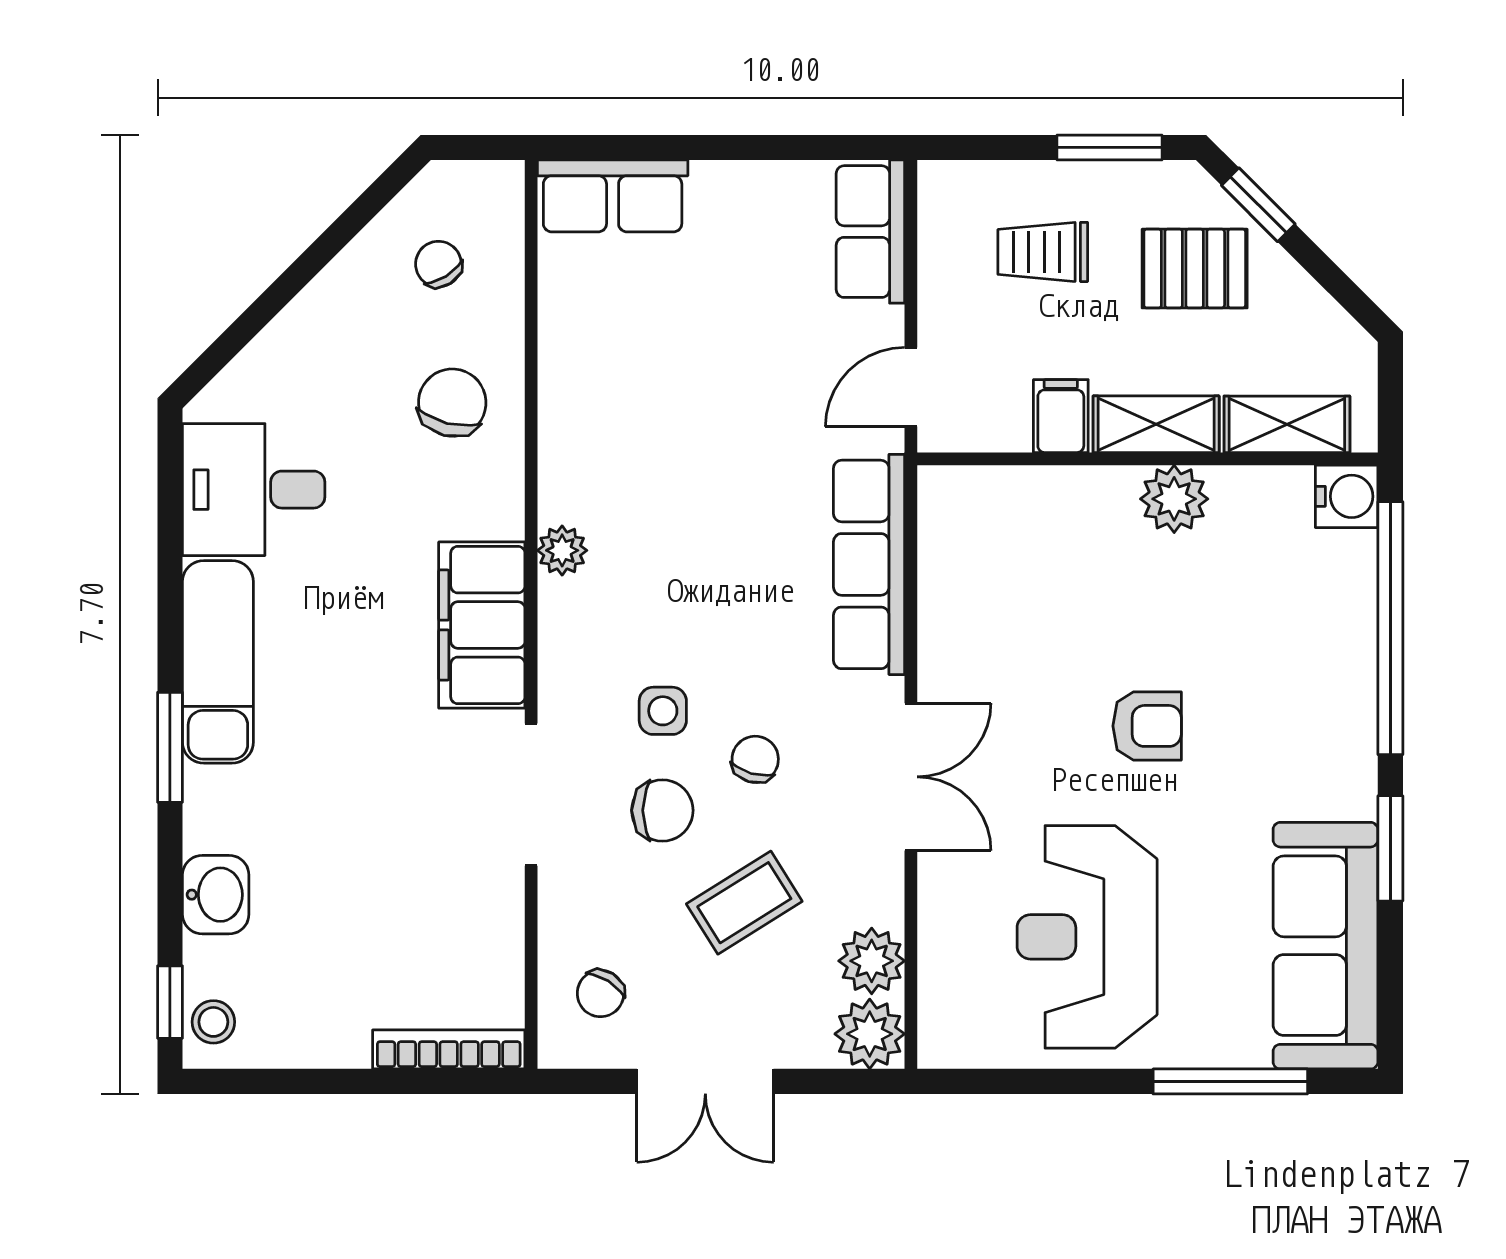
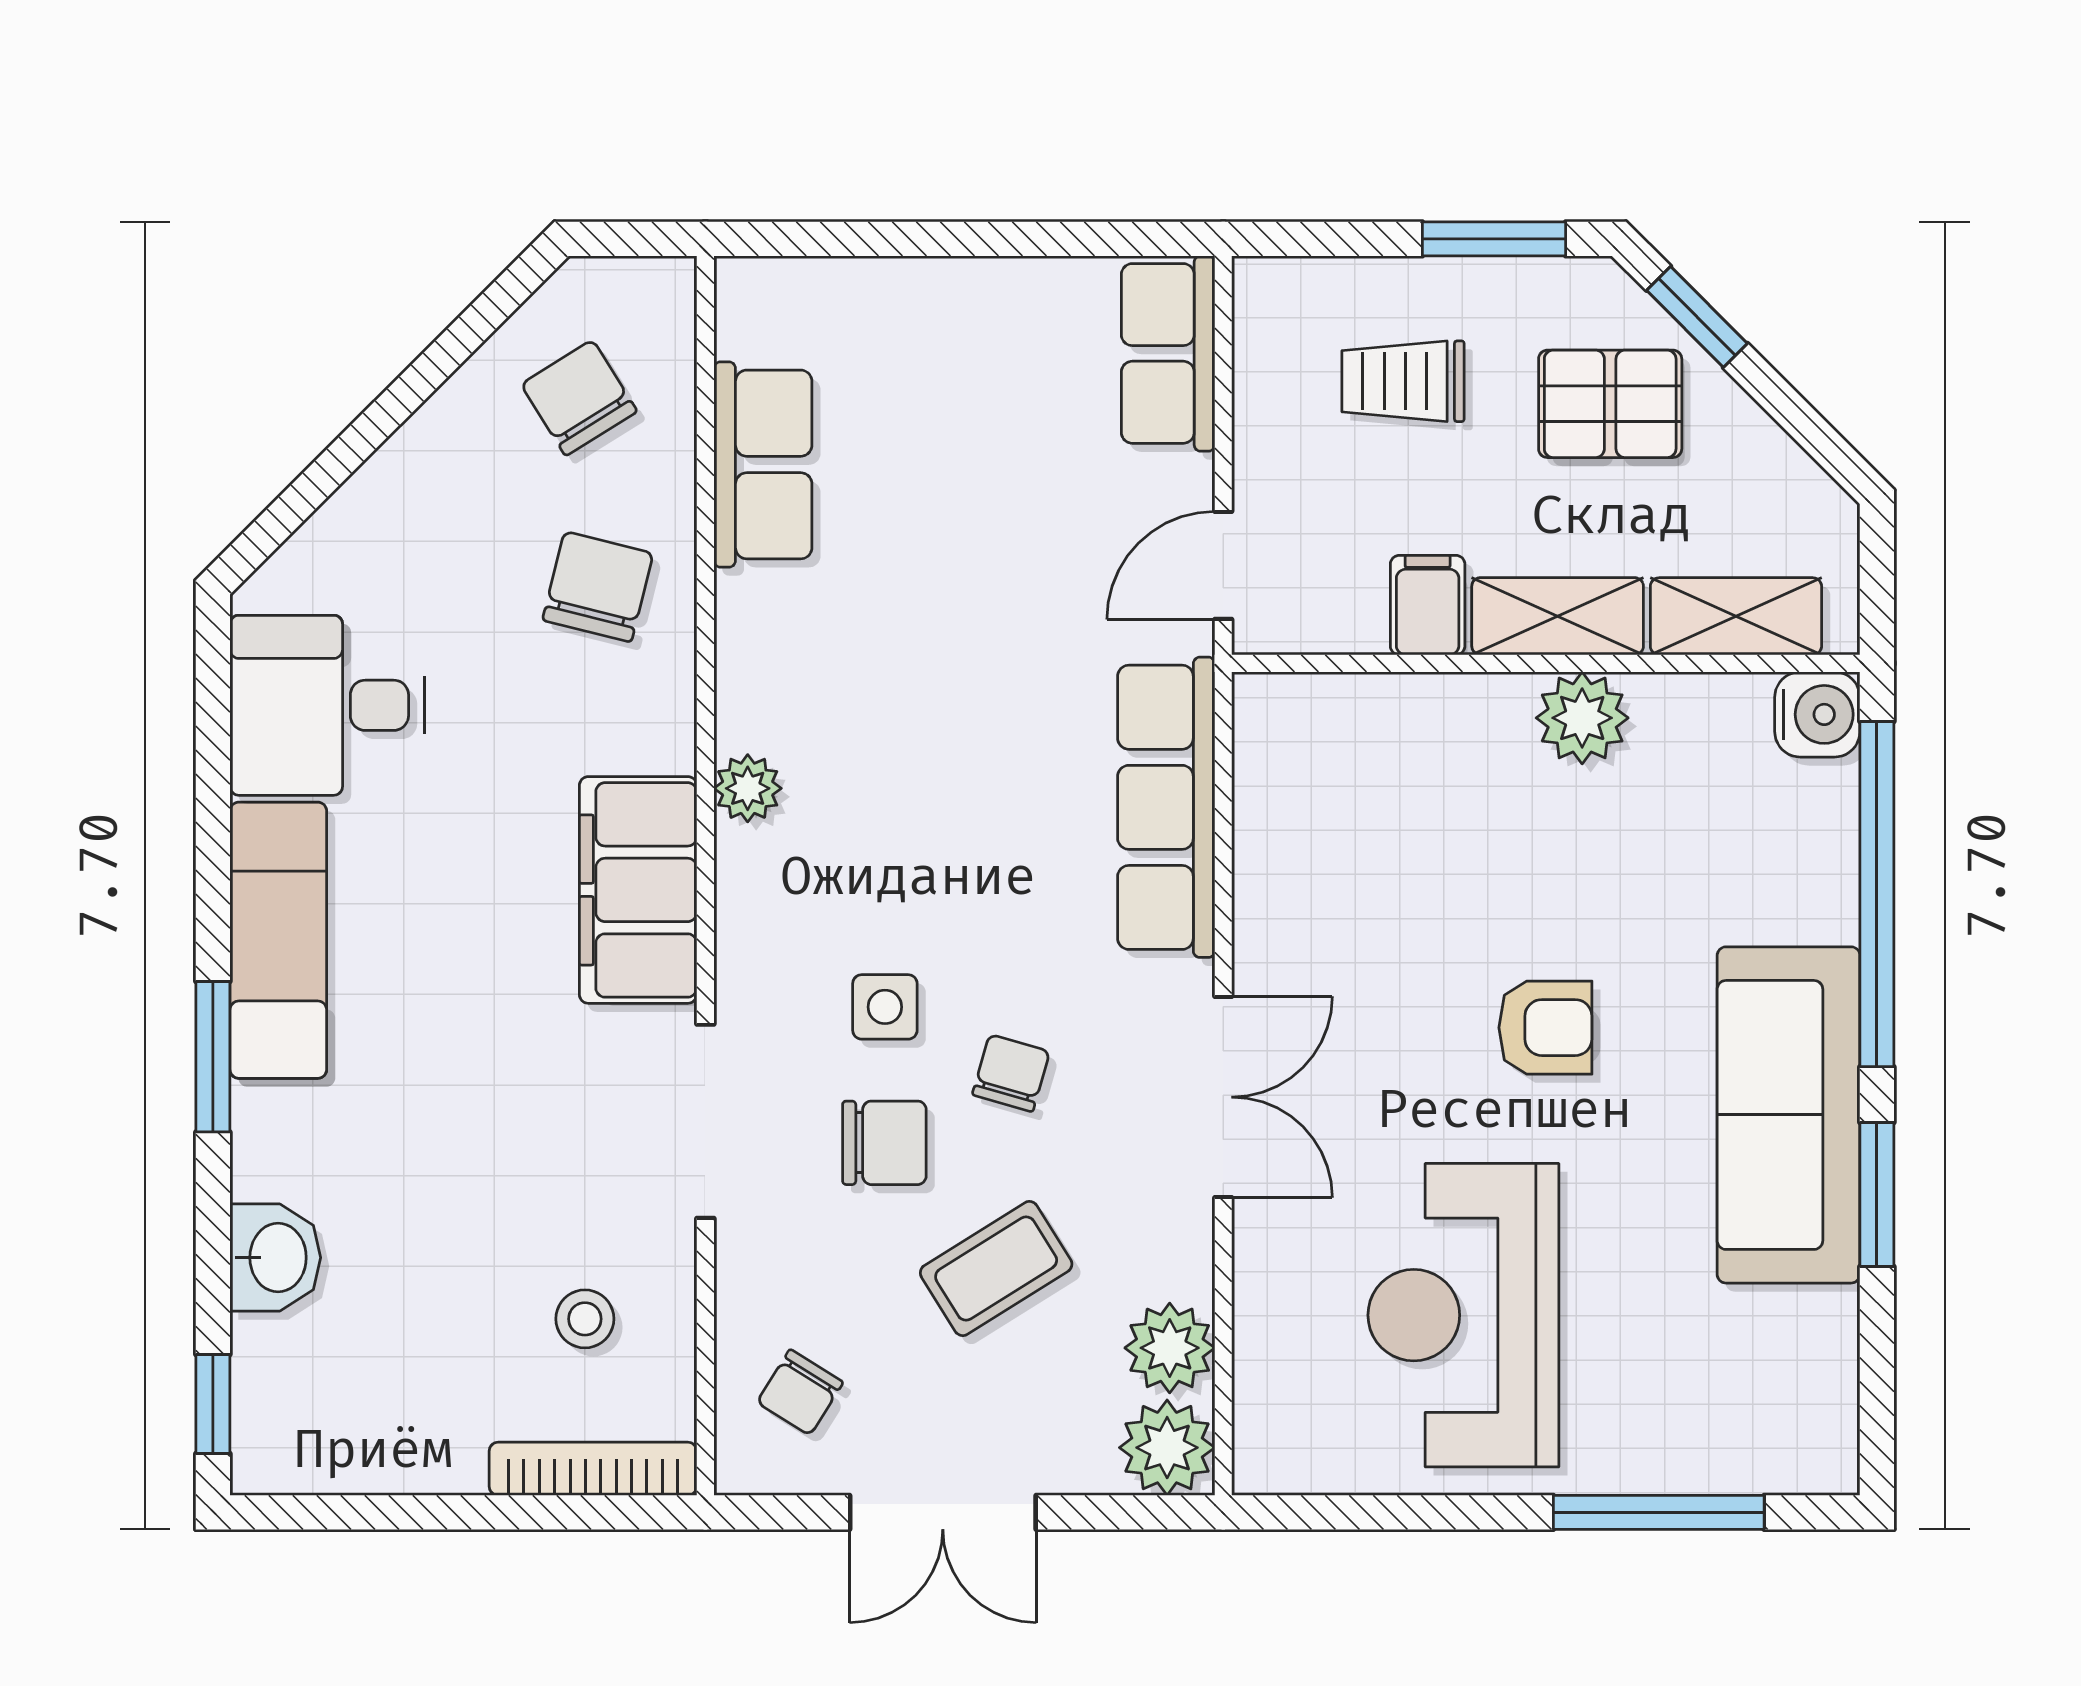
row of seats: (613, 196) -> (763, 464), moved, turned -90
chair: (438, 264) -> (579, 398), width x1.37, depth x1.37
sofa: (1325, 946) -> (1789, 1115), moved
stool: (213, 1022) -> (585, 1319), moved

